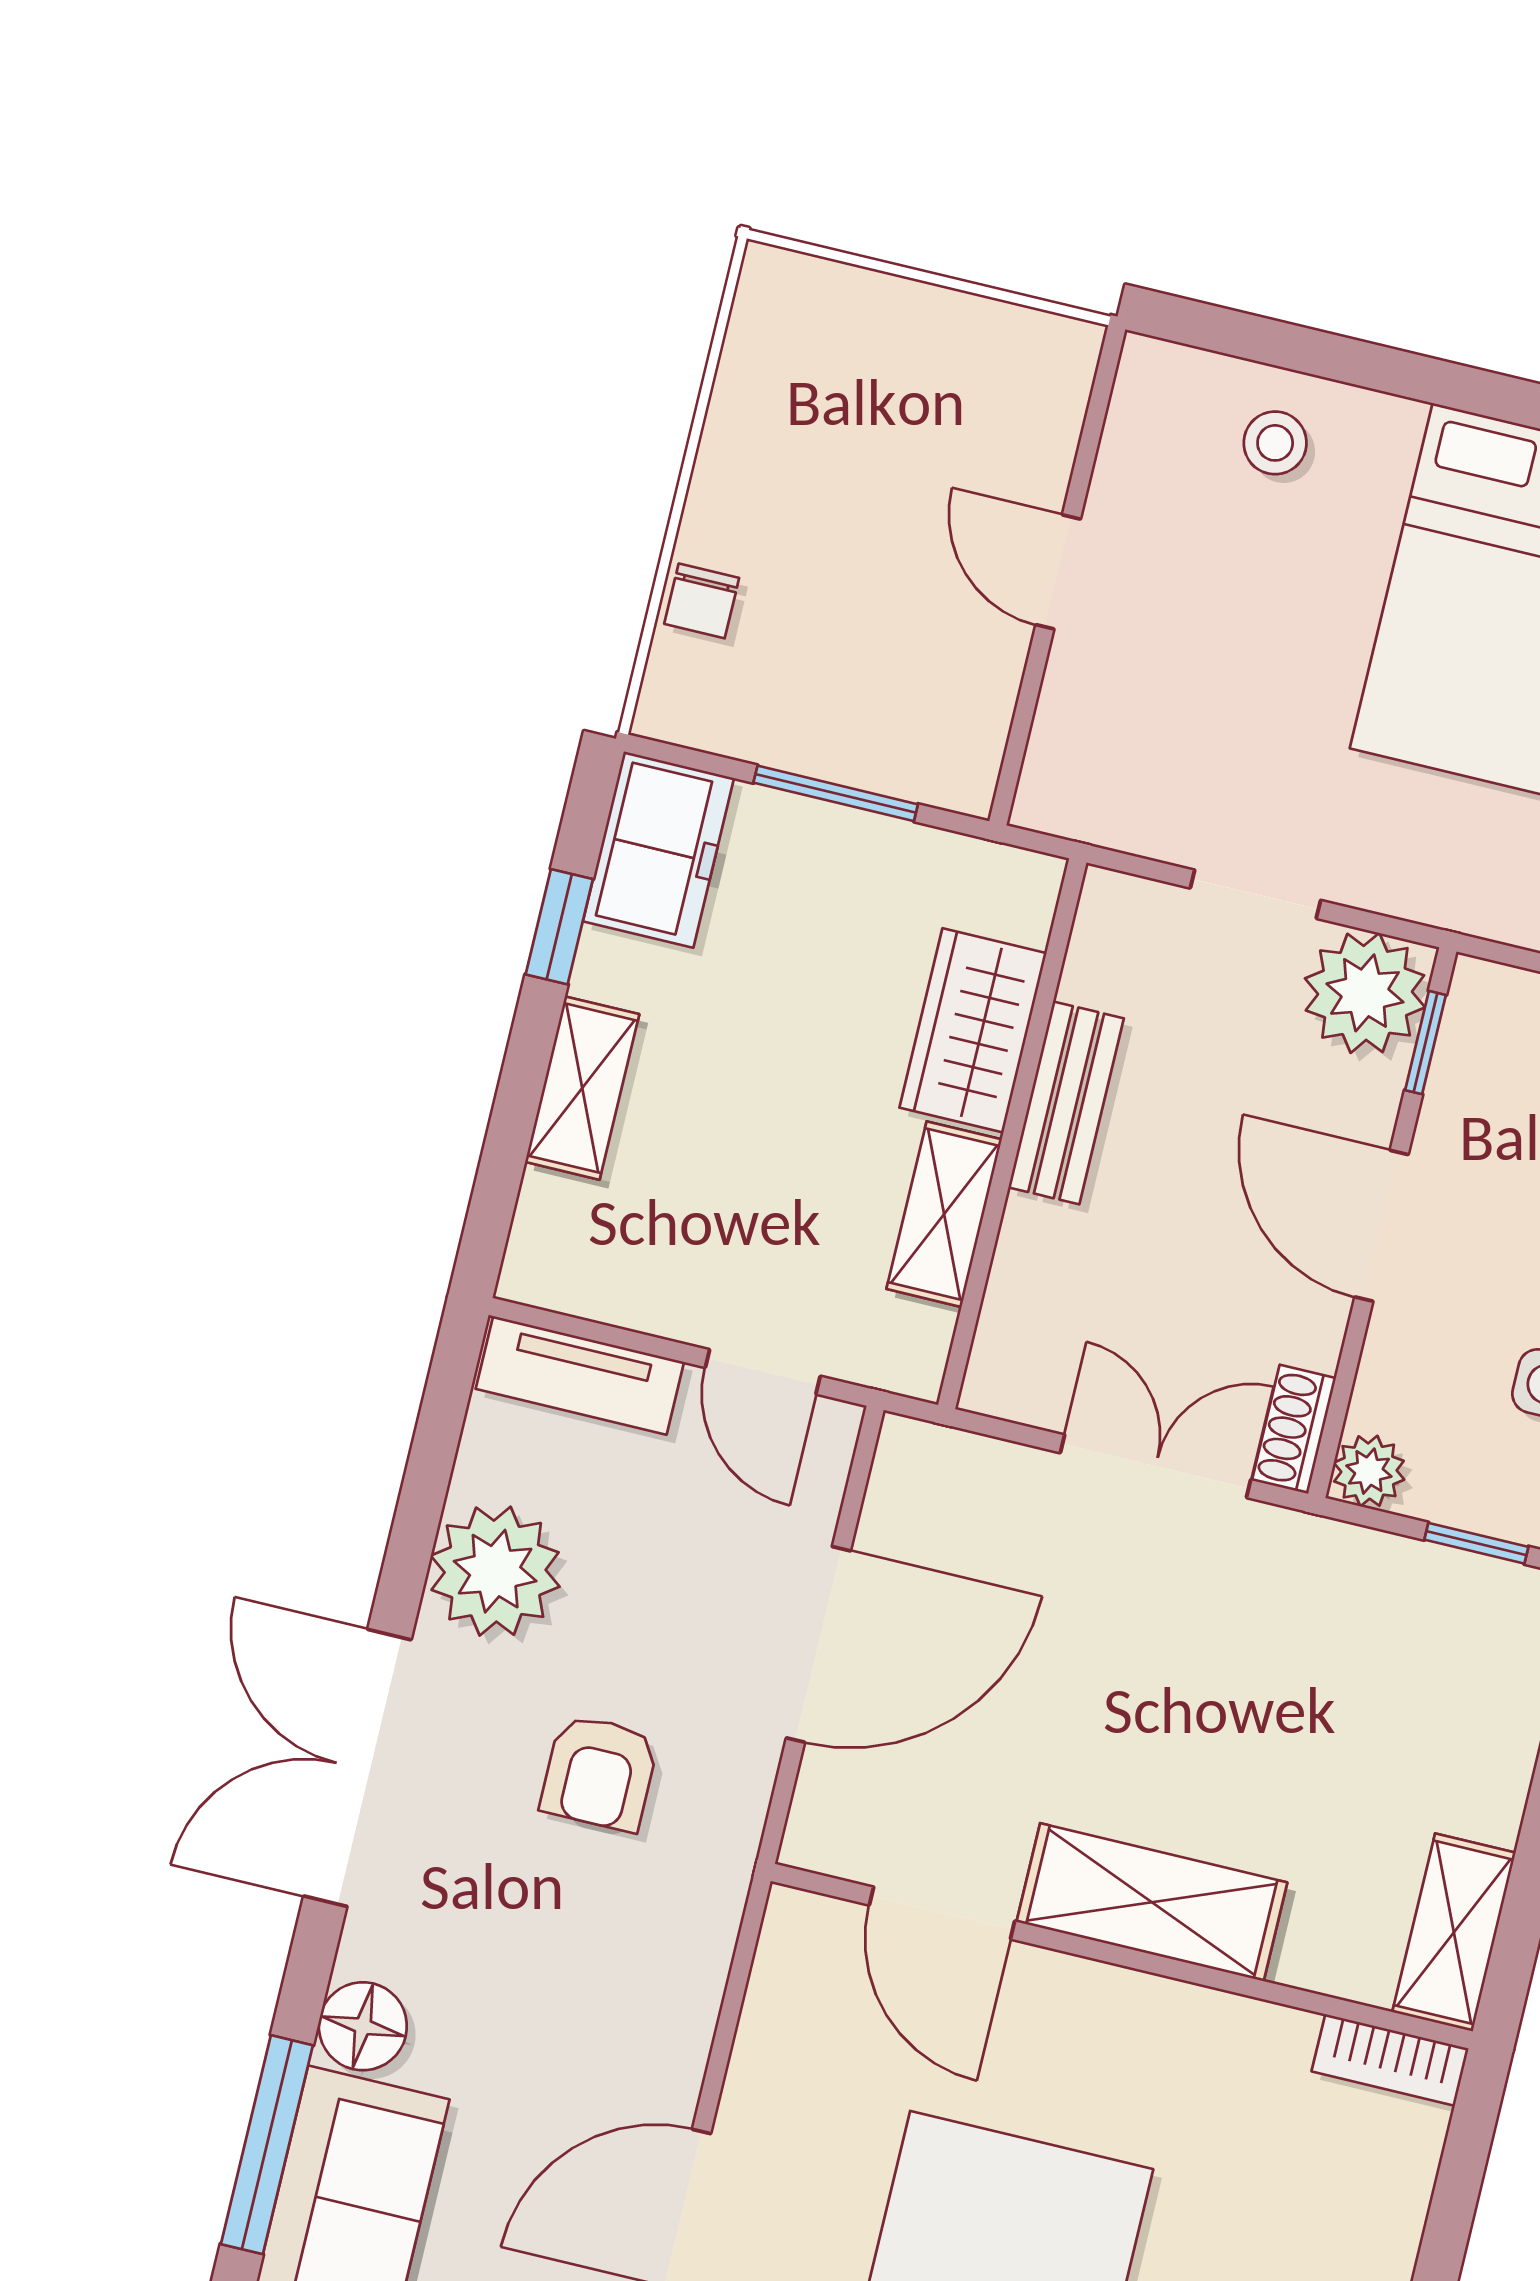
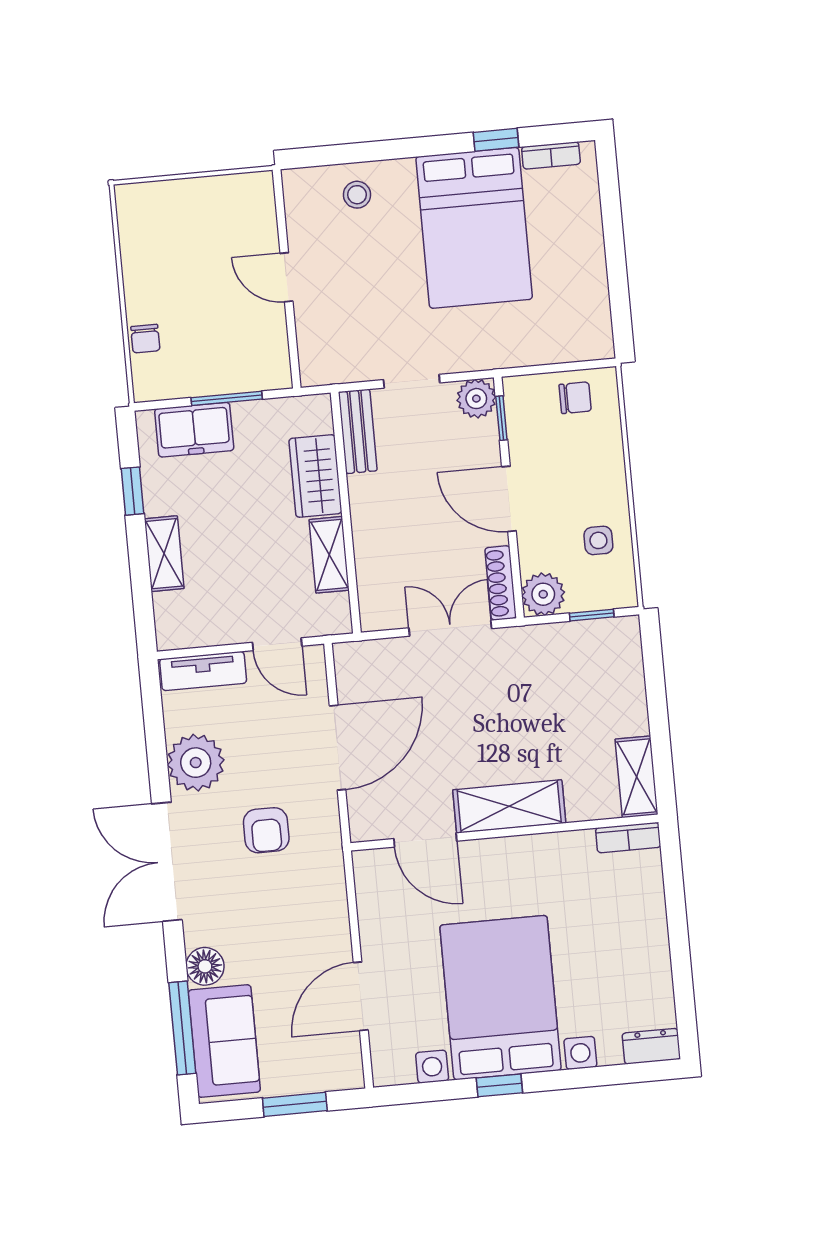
freezer: (658, 850) -> (194, 430), moved, turned 90
plant: (1365, 993) -> (476, 399), width x0.73, depth x0.73
bench: (1066, 1103) -> (358, 431), moved
shoe rack: (1294, 1429) -> (501, 583), width x1.43
plant: (1369, 1471) -> (543, 594), width x1.38, depth x1.38

